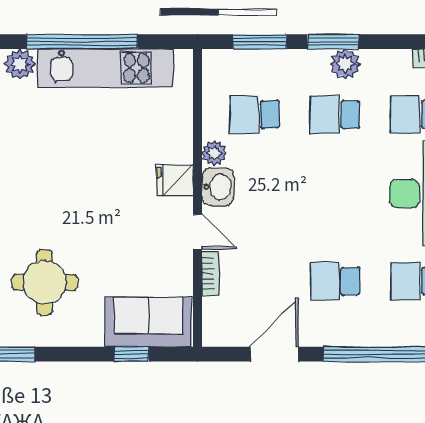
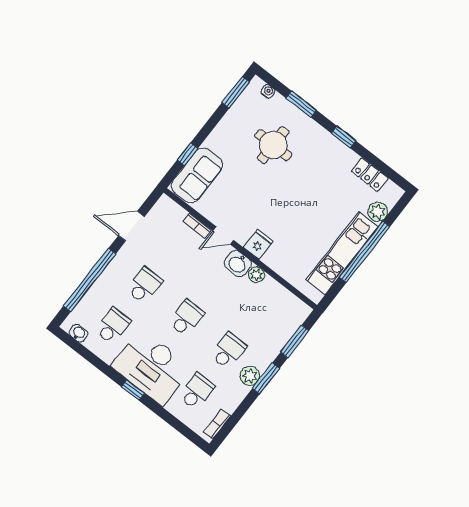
school desk: (254, 114) -> (186, 318), moved
round table: (45, 282) -> (273, 145), moved
door: (274, 354) -> (131, 226), swing flipped

